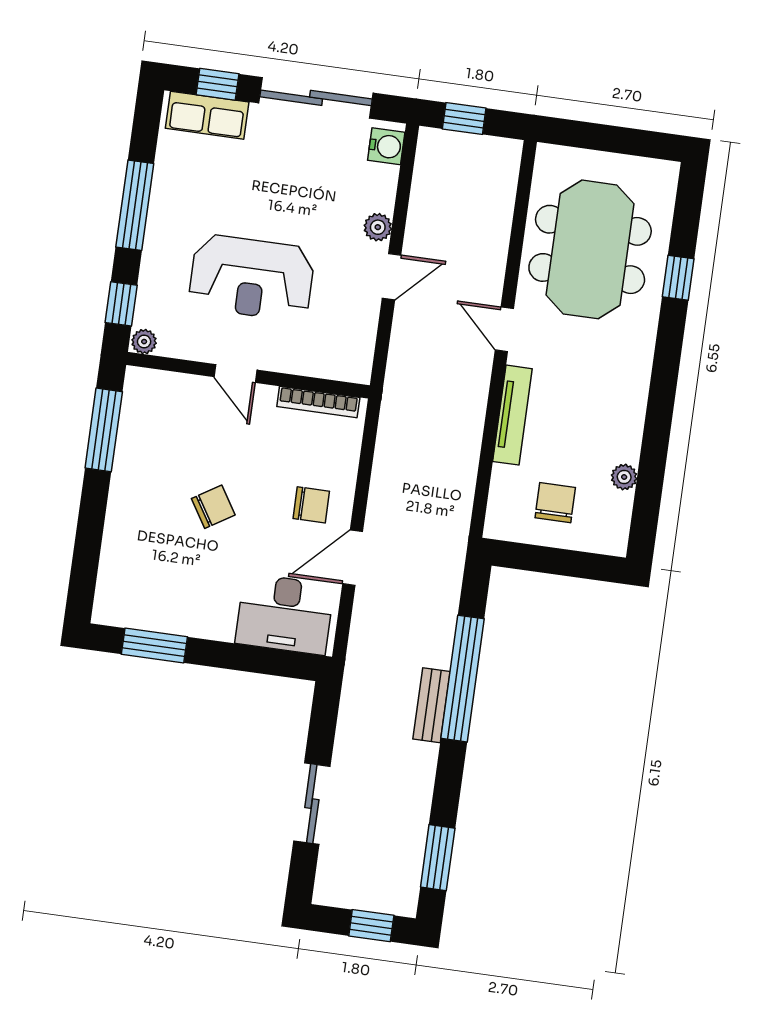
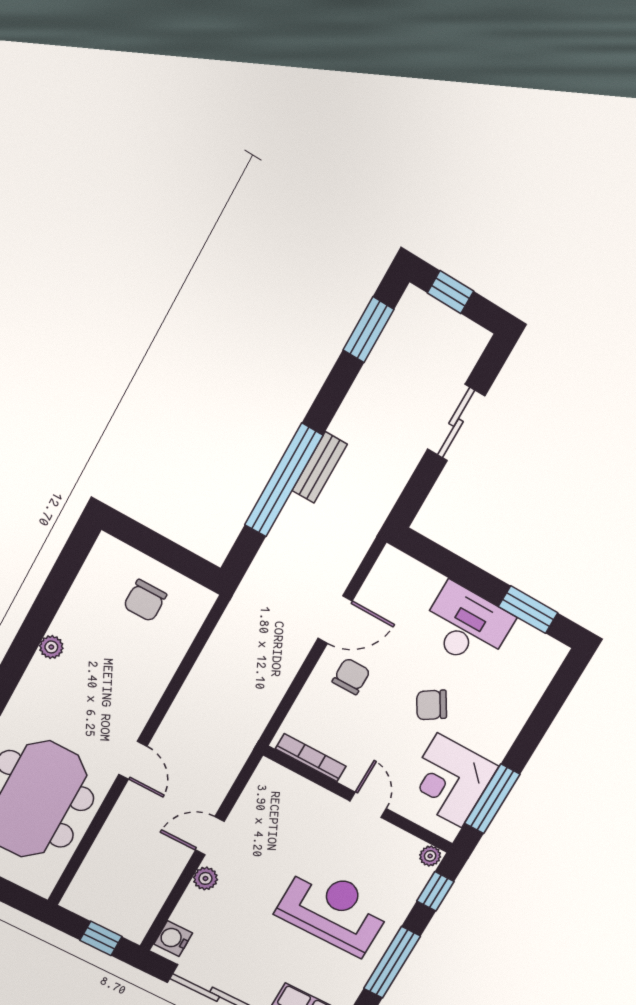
reception desk: (252, 278) -> (334, 910), moved
tv unit: (512, 415) -> (153, 688), removed
corner desk: (159, 433) -> (450, 781), added
plant: (624, 477) -> (51, 647), moved
chair: (311, 505) -> (351, 676), turned 90
desk: (285, 614) -> (467, 626), moved

